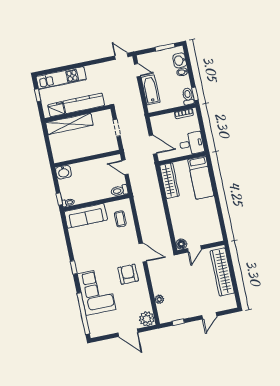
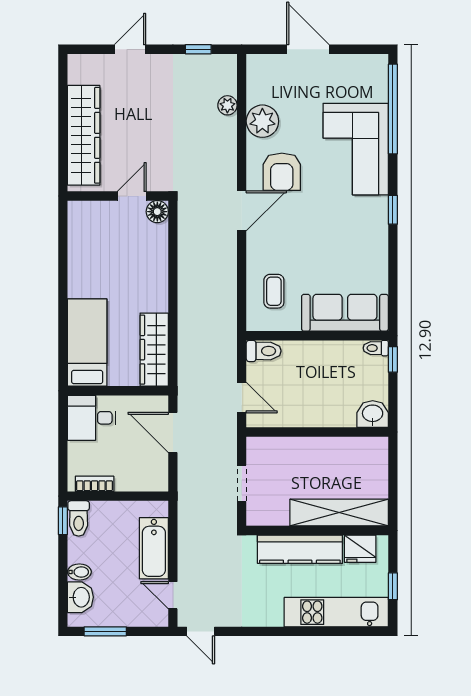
door: (143, 253) -> (242, 211), swing flipped
plant: (147, 319) -> (262, 121), moved

